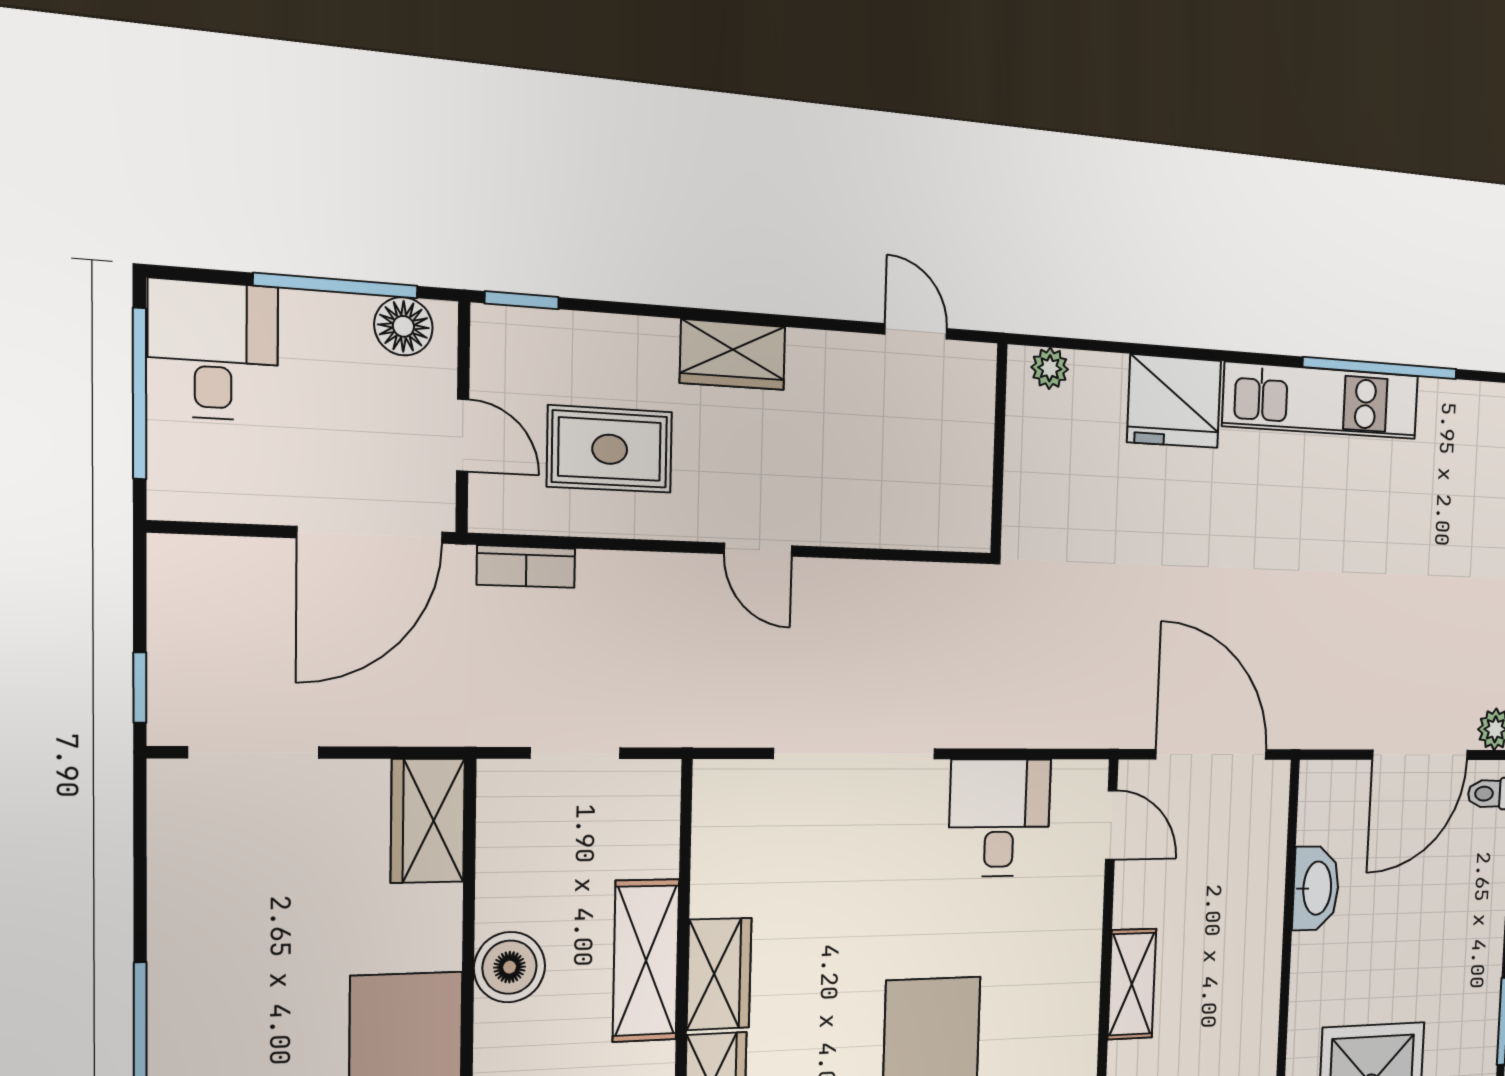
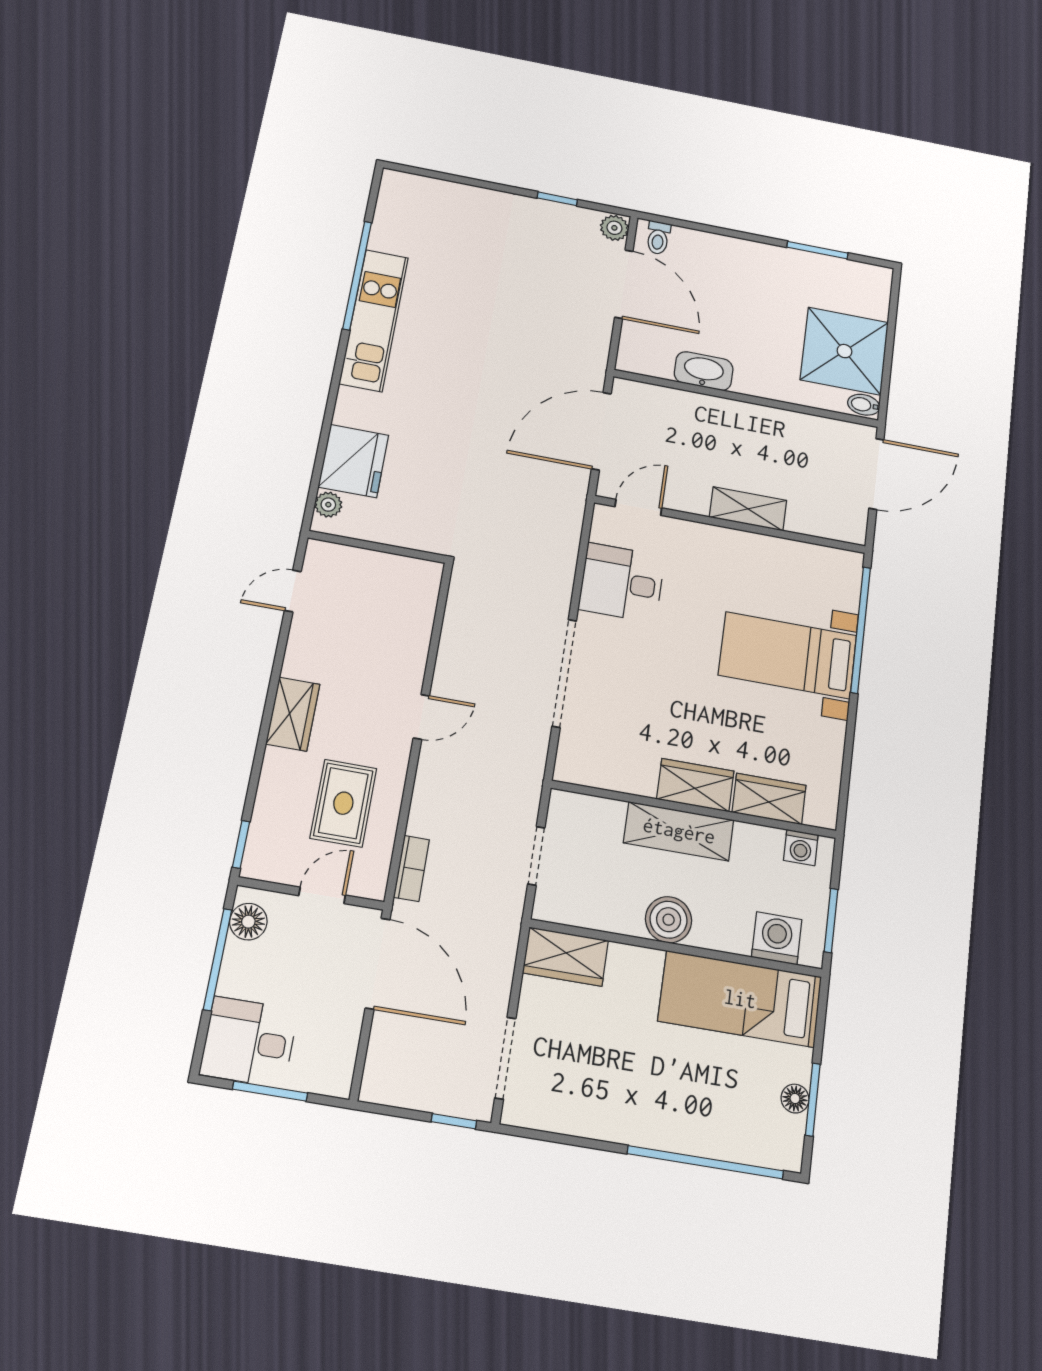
window: (140, 394) -> (270, 1091), width x0.69
fridge: (1174, 401) -> (353, 461), moved

